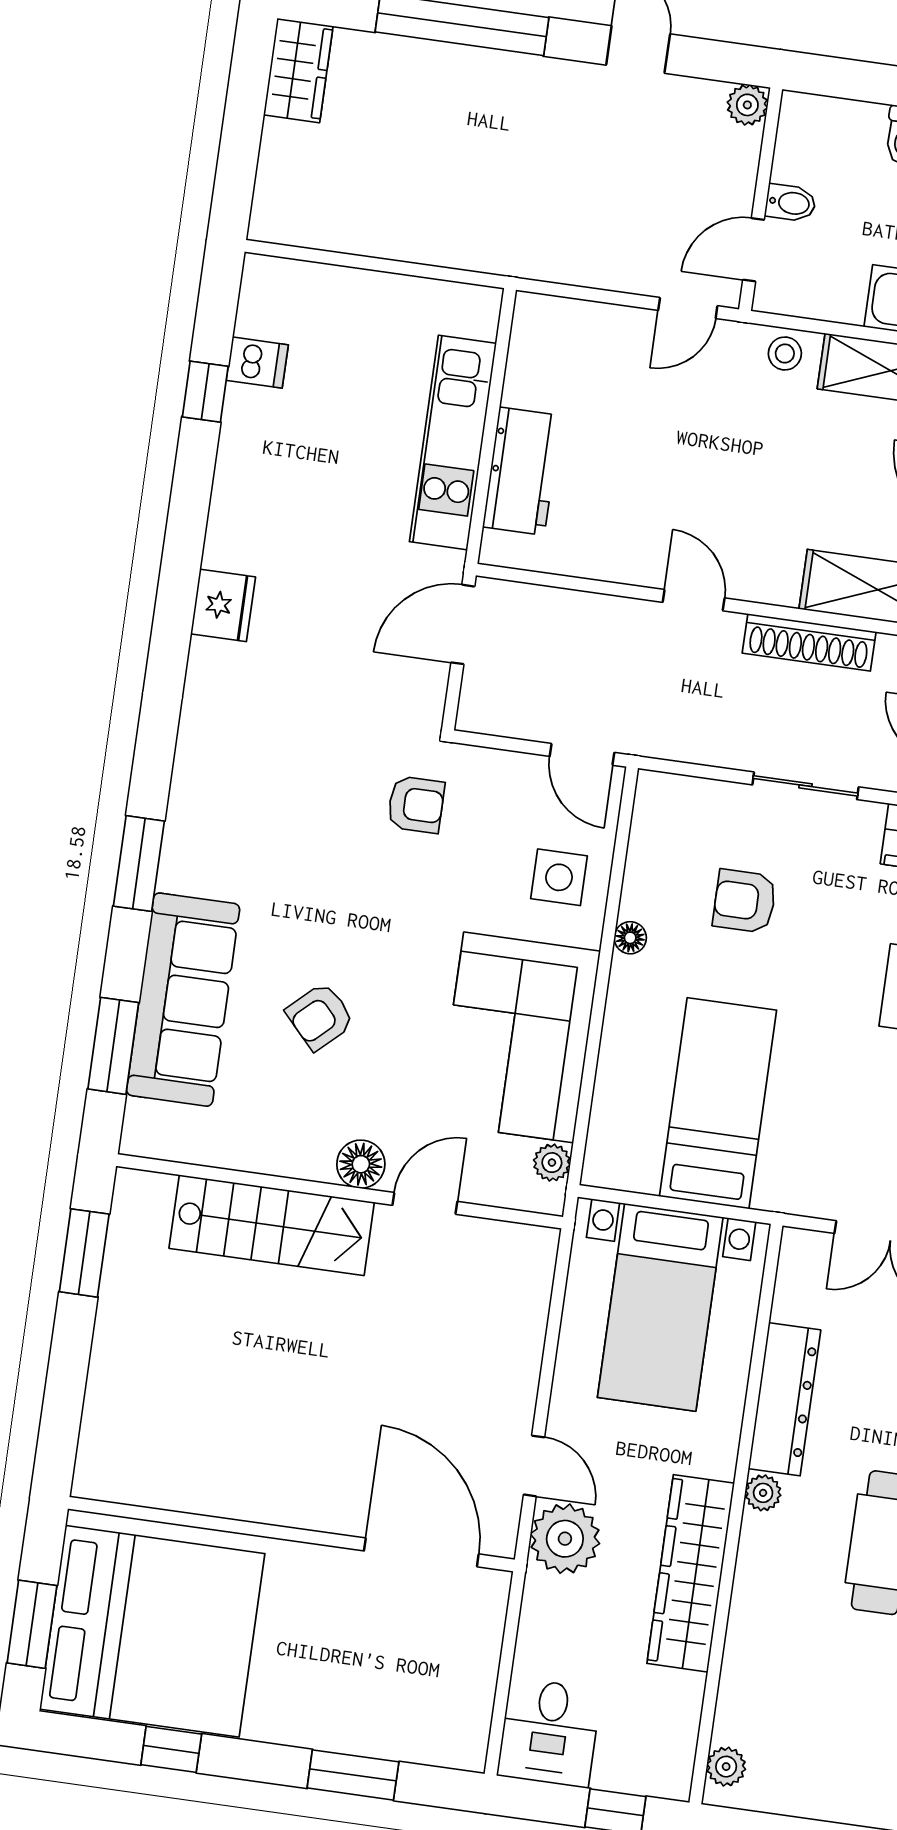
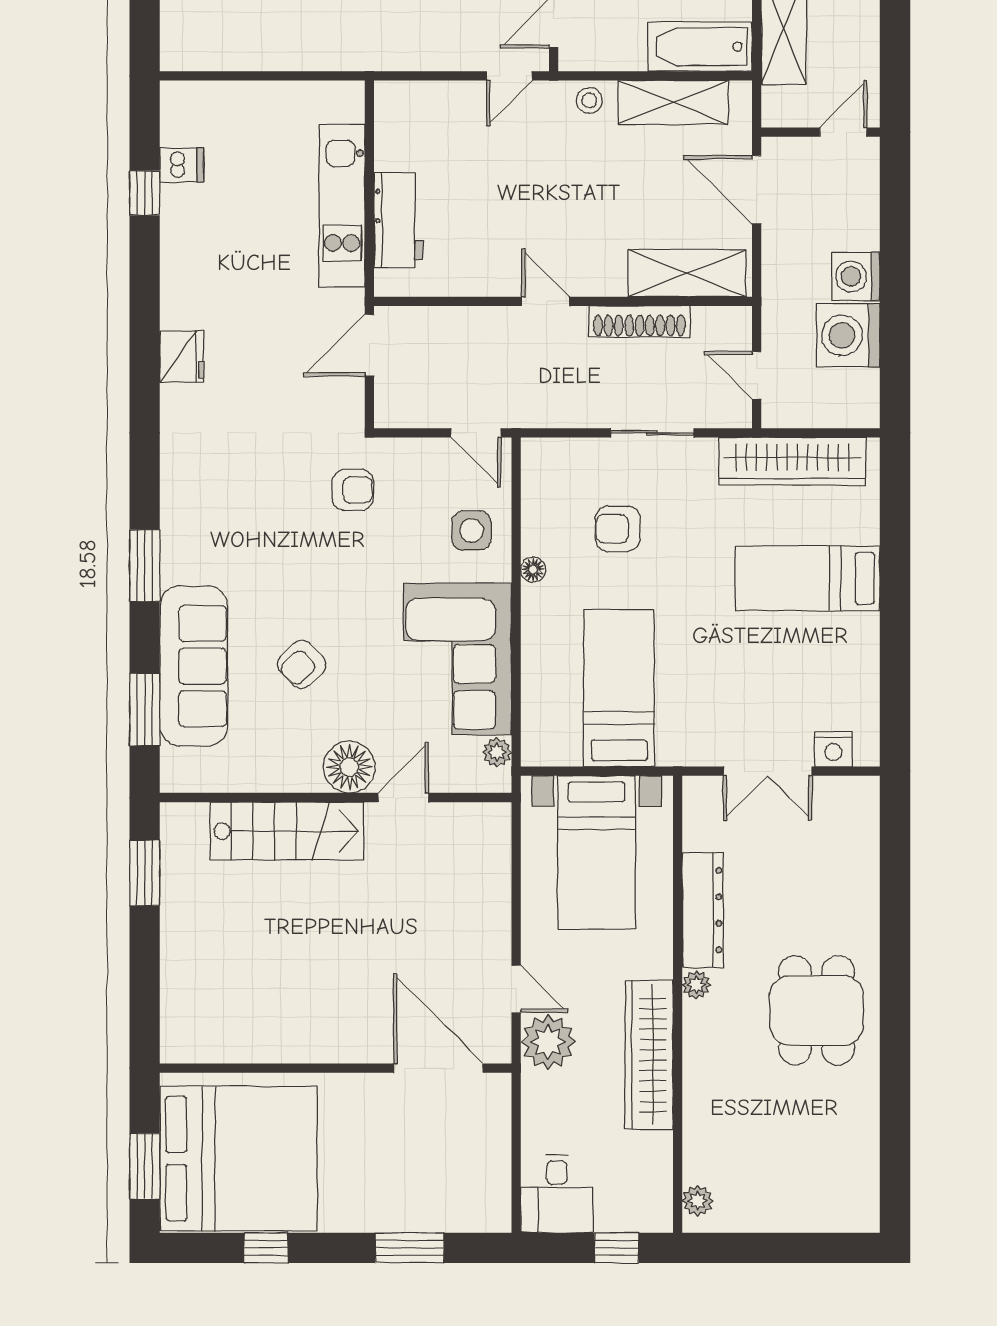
floor lamp: (361, 1164) -> (349, 767), width x1.38, depth x1.38

